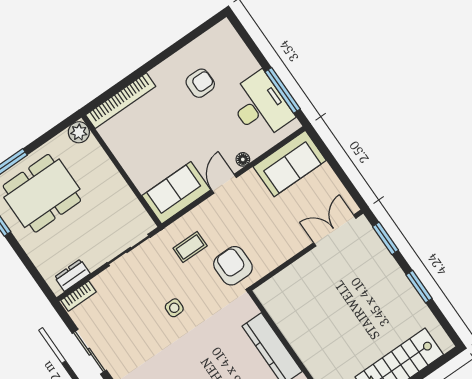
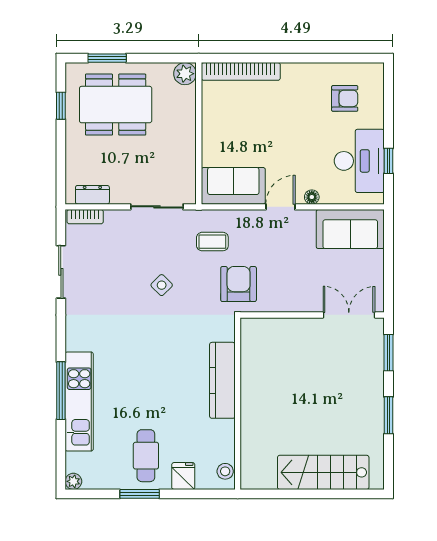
armchair: (200, 83) -> (345, 98), moved
window: (283, 90) -> (389, 161), width x0.46
side table: (174, 308) -> (162, 285), turned 45

